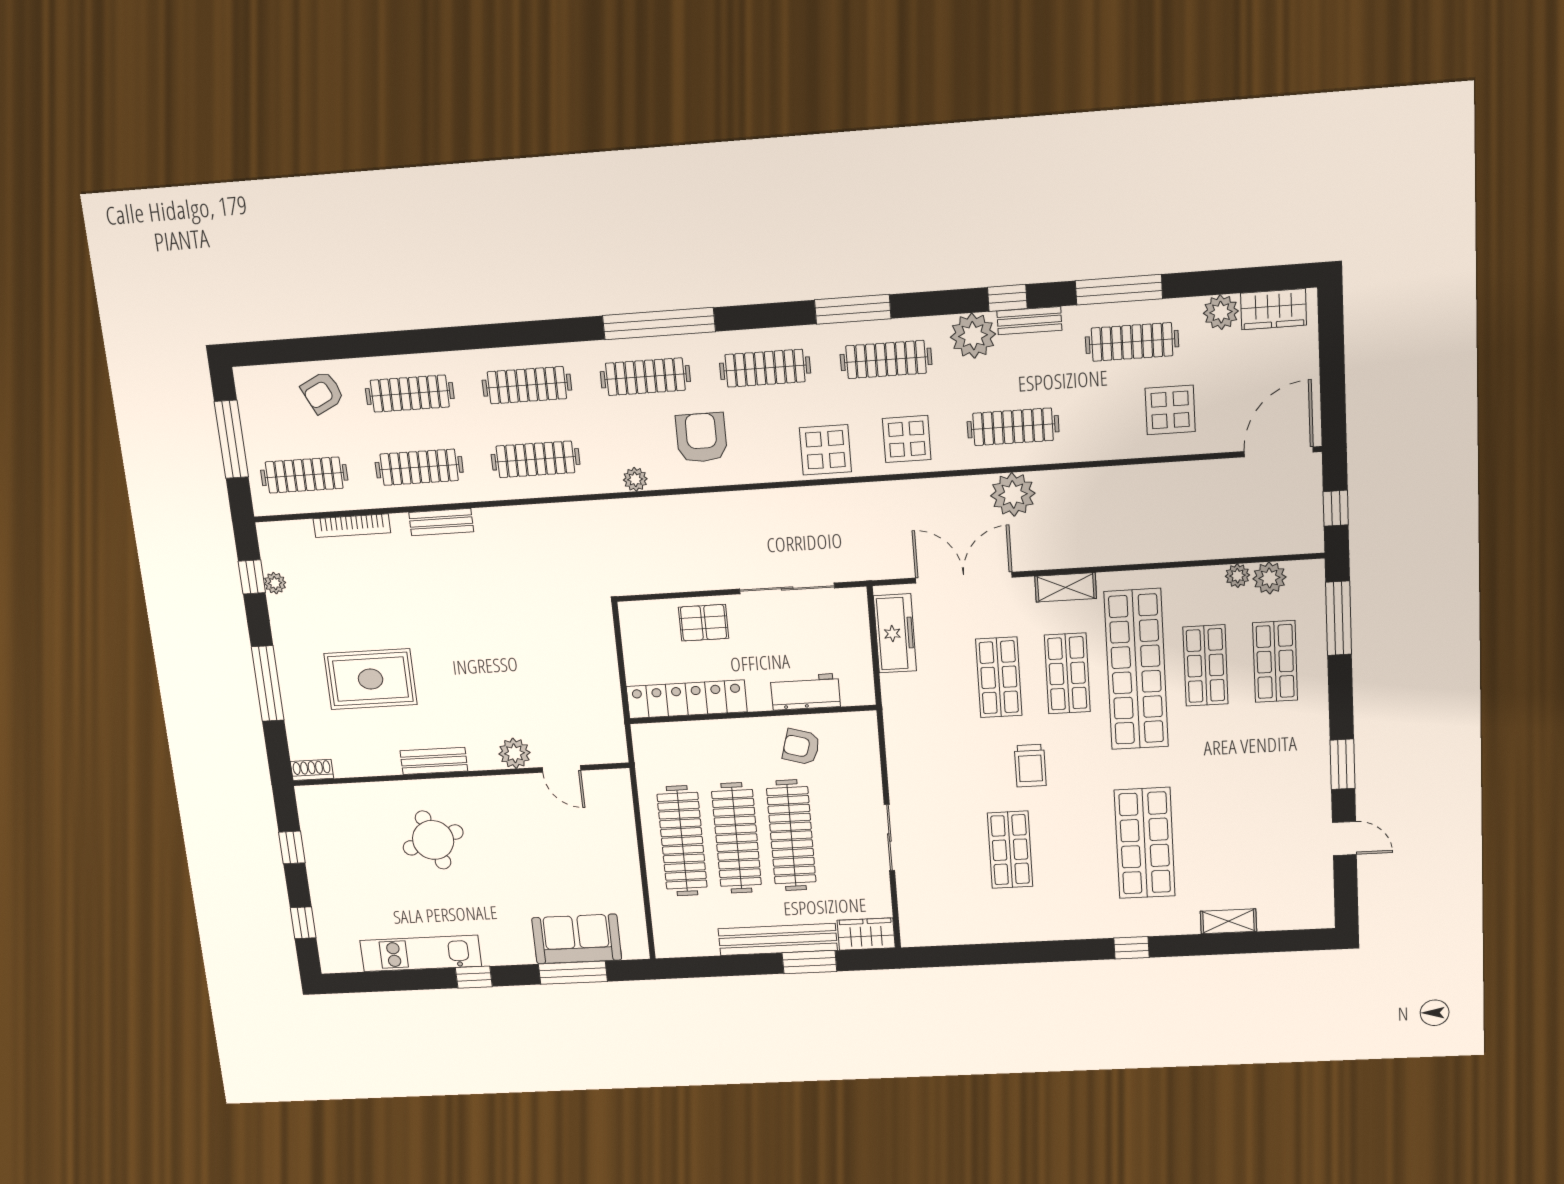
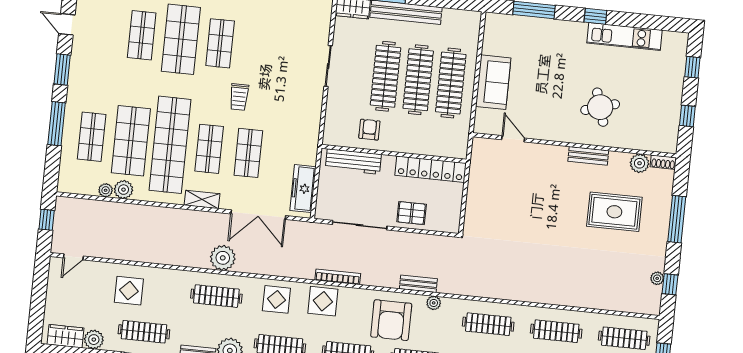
armchair: (701, 438) -> (391, 320), width x1.36, depth x1.36
door: (1279, 452) -> (73, 257), width x0.53
bench: (441, 522) -> (418, 284), moved
bookcase: (352, 526) -> (338, 277), moved
plant: (1269, 578) -> (123, 190), moved
window: (1339, 618) -> (57, 124), moved
shop shelf: (1205, 665) -> (131, 141), width x1.43, depth x1.36
workbench: (805, 692) -> (353, 162), width x1.38
armchair: (801, 747) -> (369, 130), turned -106
plant: (514, 753) -> (640, 163), moved
trolley: (1030, 766) -> (239, 97), turned 180
shop shelf: (1213, 840) -> (142, 35), added
shop shelf: (1010, 850) -> (220, 43), moved
sofa: (577, 939) -> (493, 82), moved, turned -90

